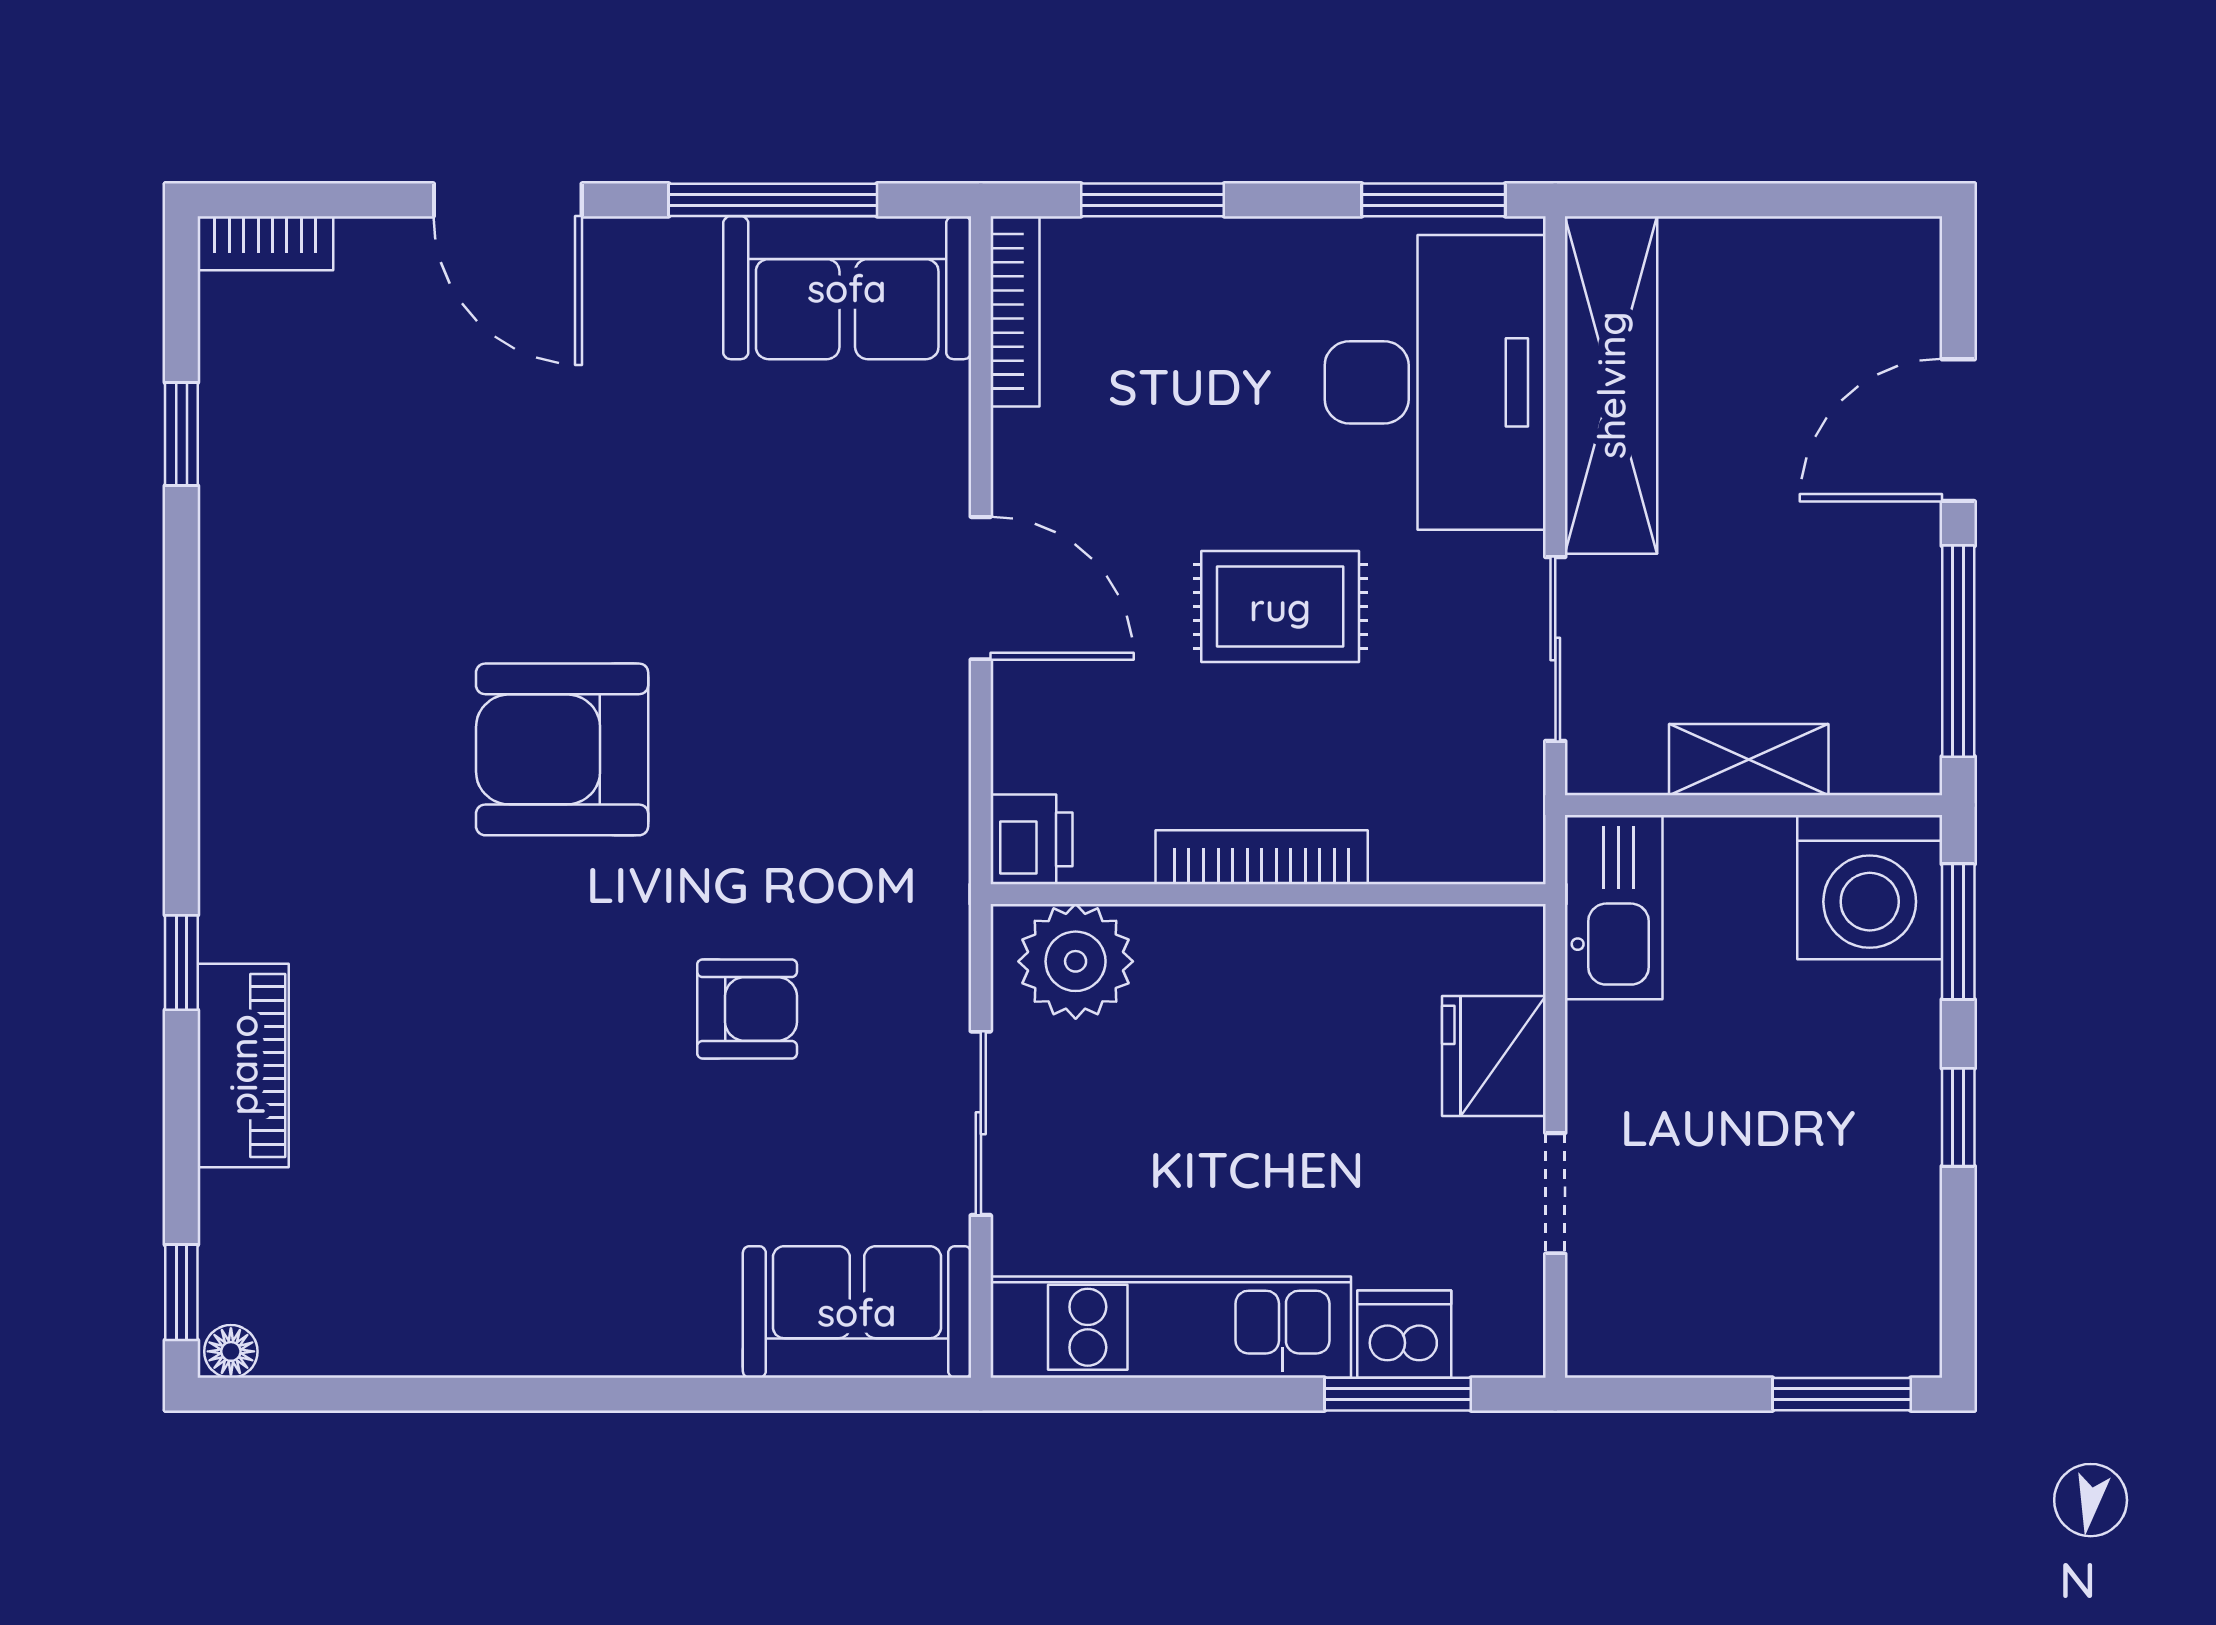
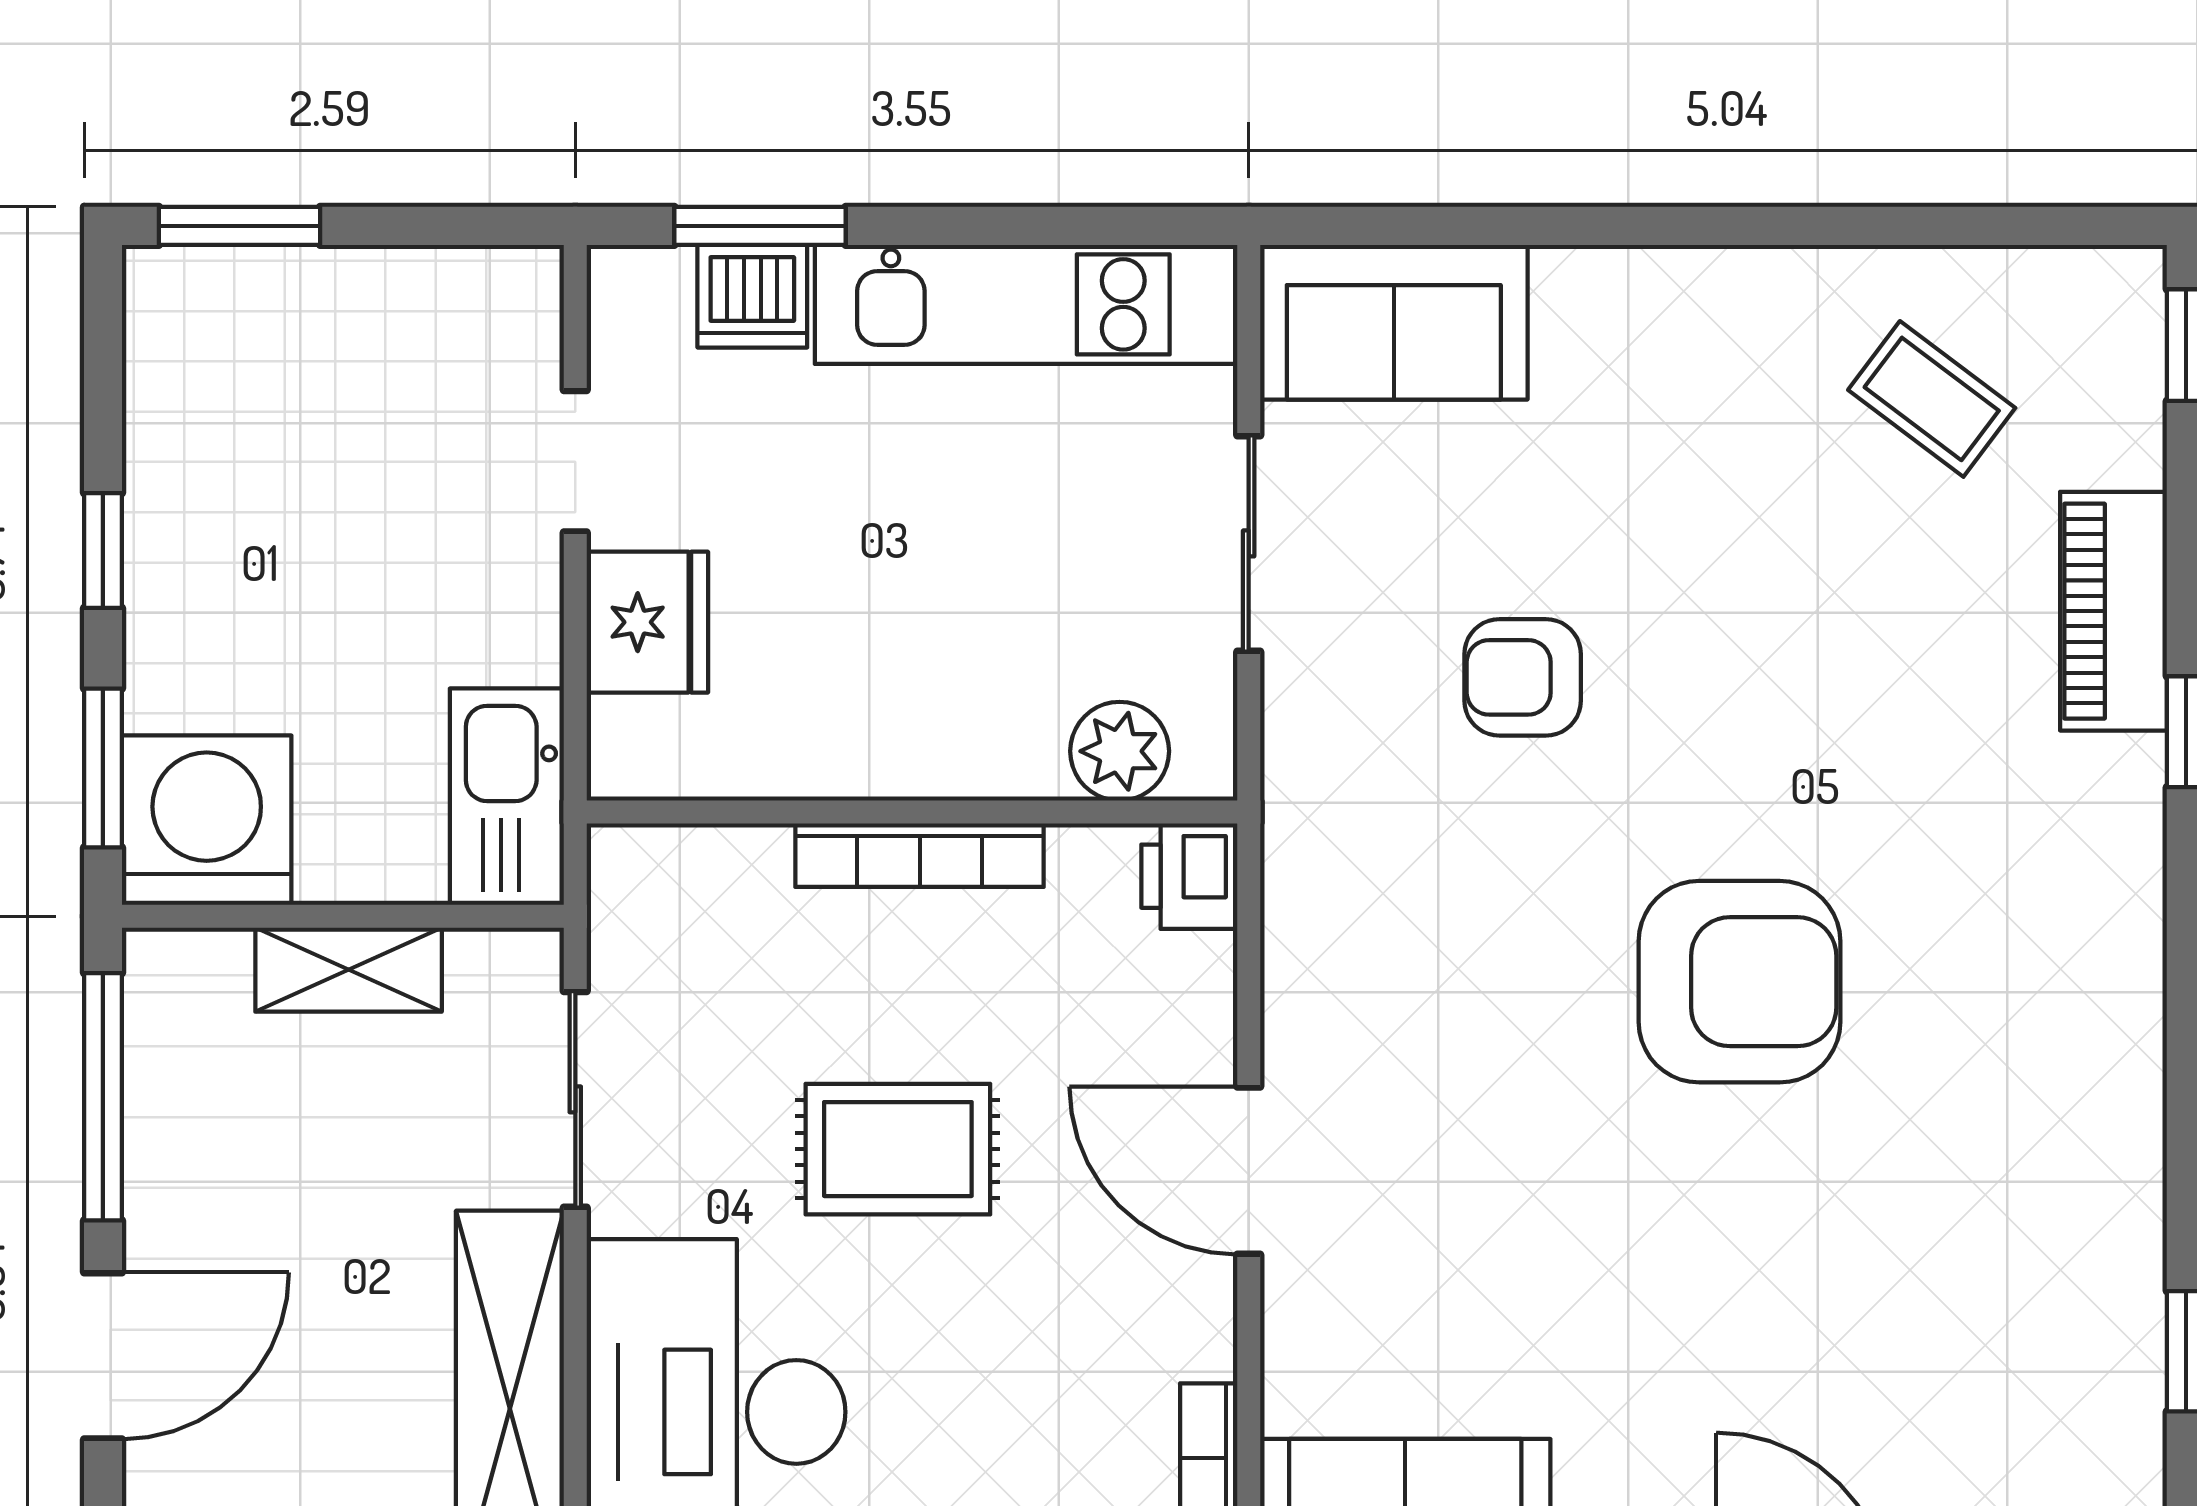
plant: (1076, 961) -> (1120, 751), width x0.73, depth x0.73
coffee table: (398, 1246) -> (1932, 399), added
floor lamp: (231, 1351) -> (2128, 276), removed

